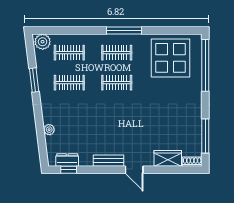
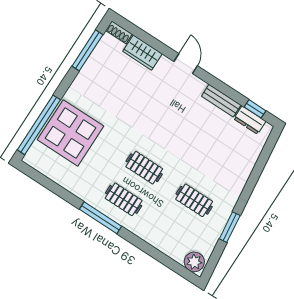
clothes rail: (69, 53) -> (174, 232), removed
display table: (171, 58) -> (71, 133), moved
plant: (49, 130) -> (248, 165), removed
bench: (108, 161) -> (221, 101), moved

